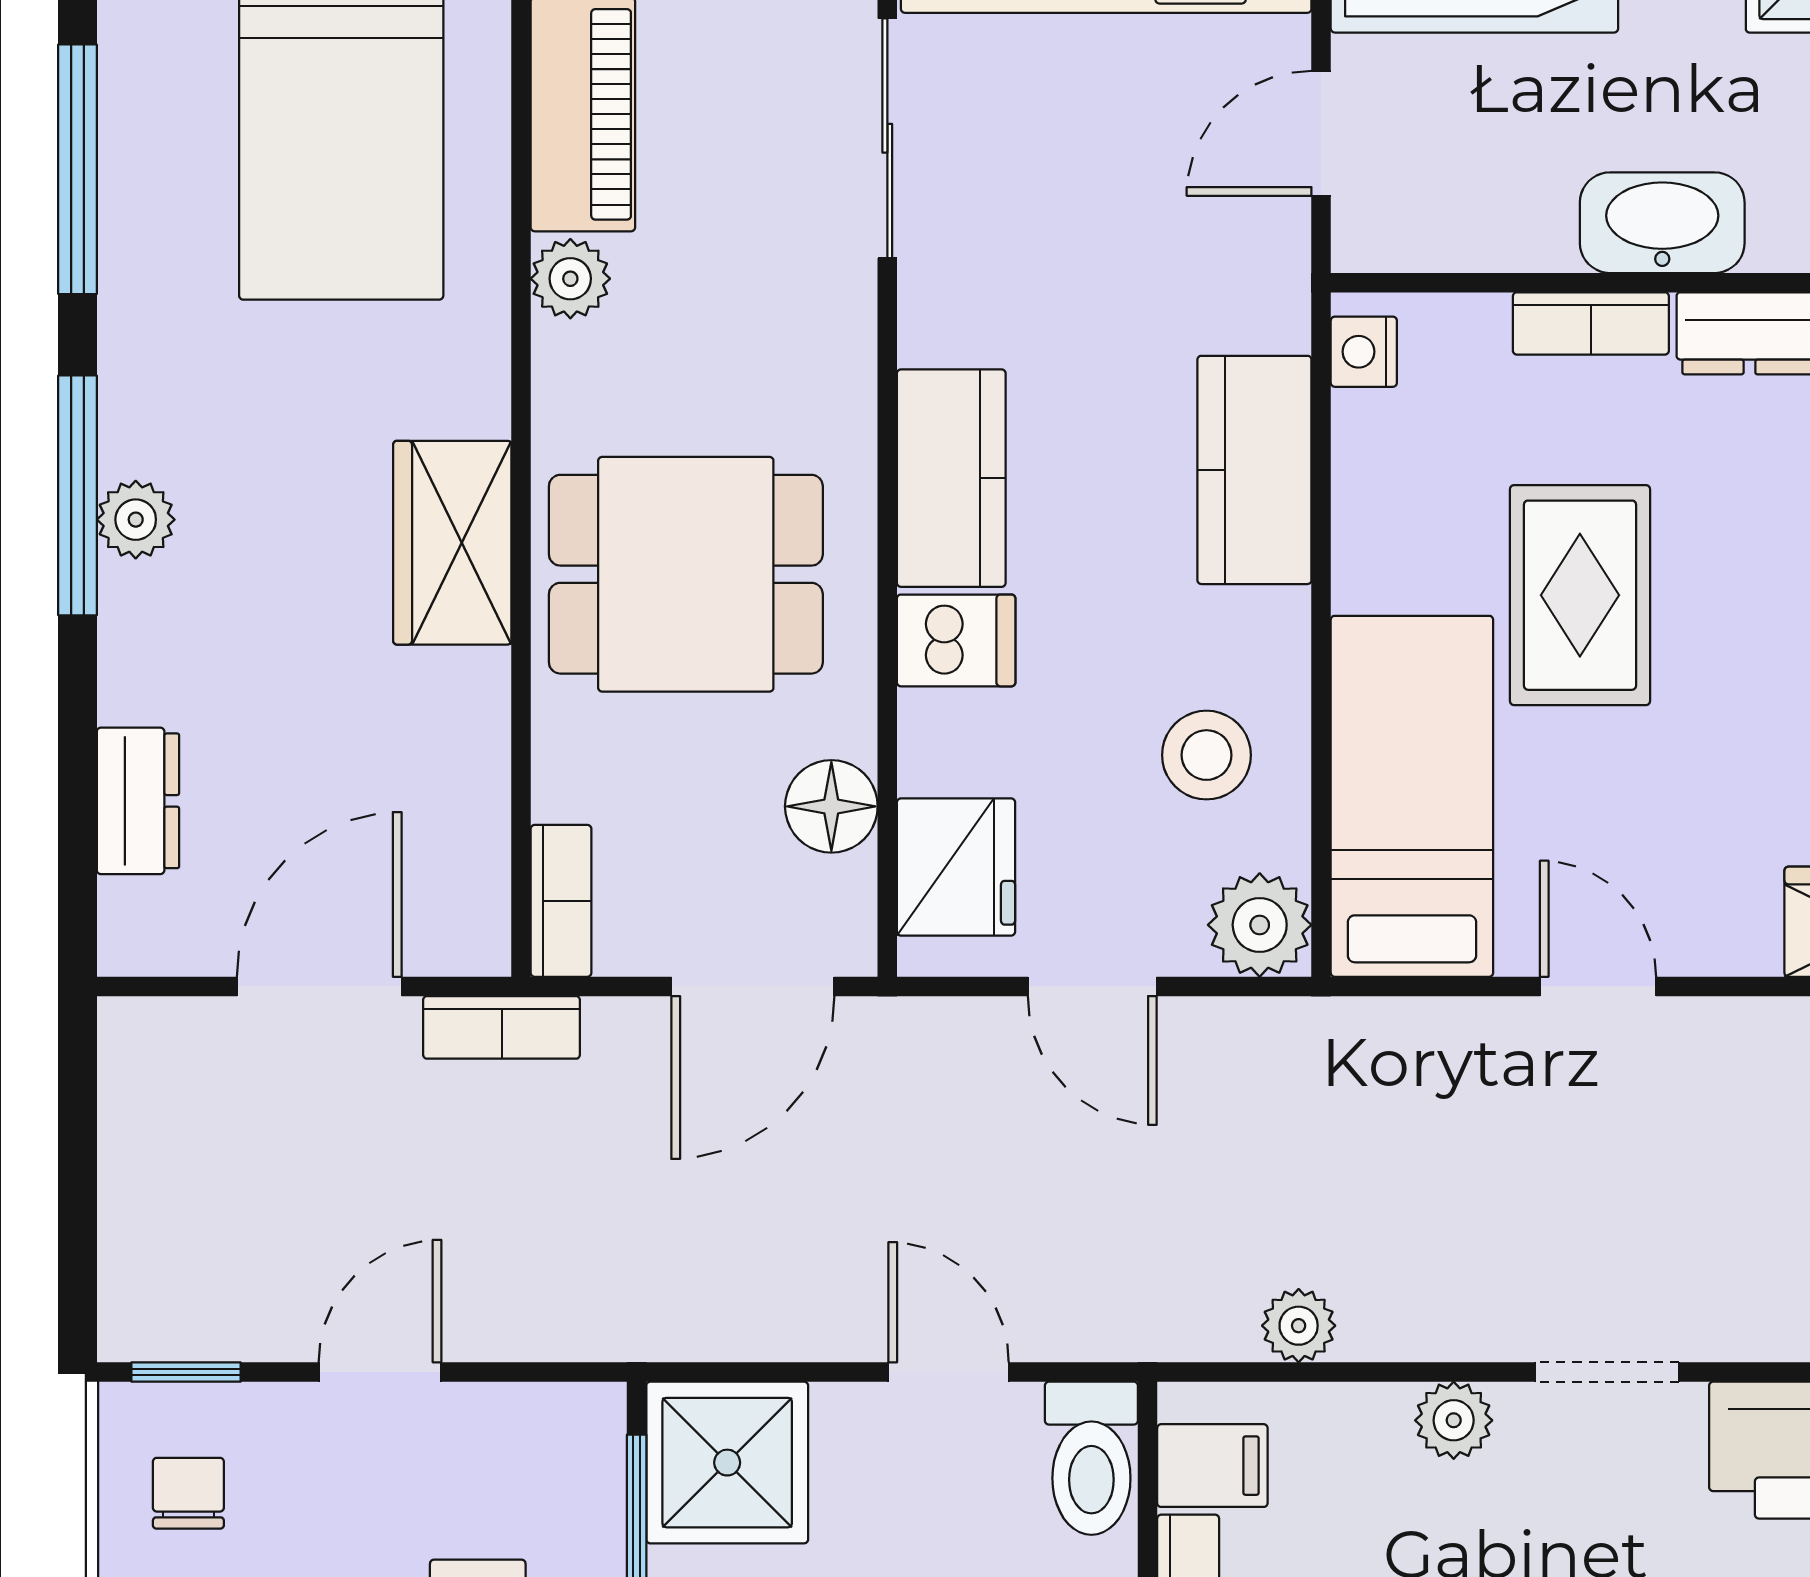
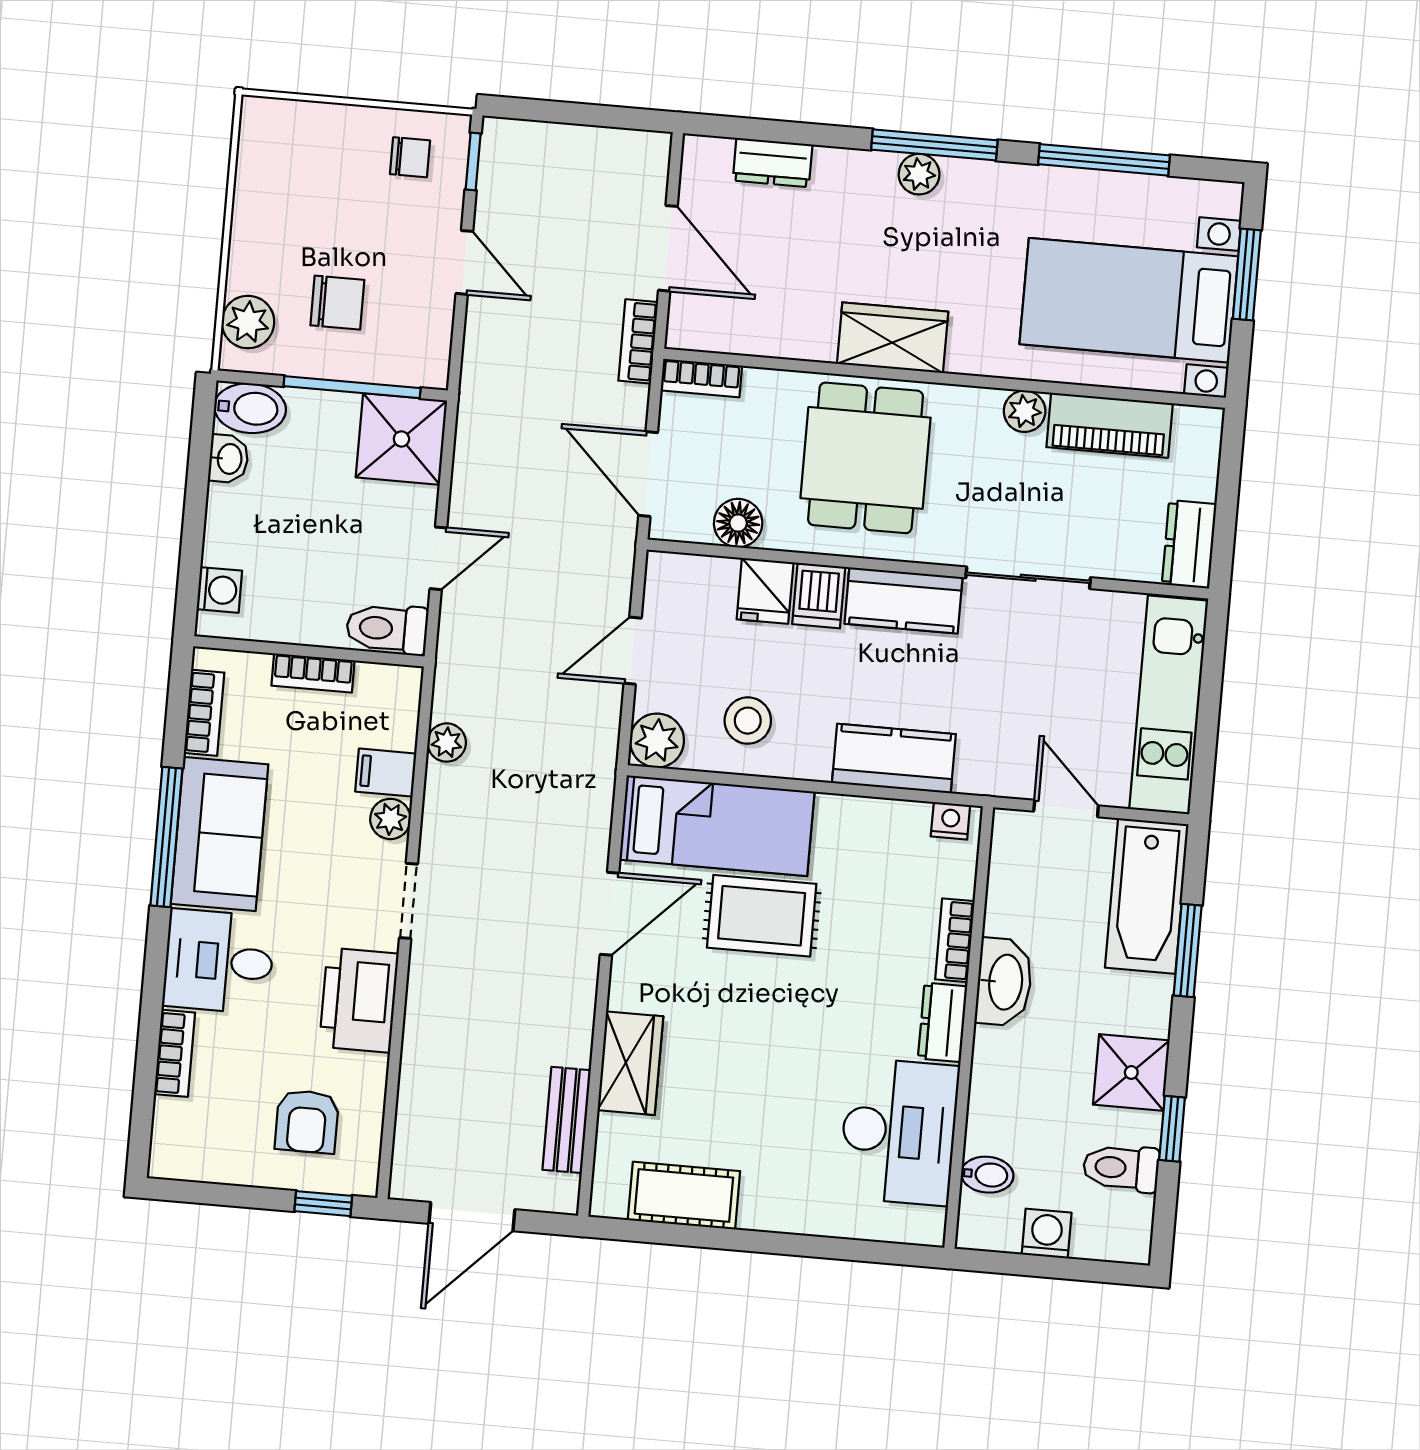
sliding door: (887, 138) -> (1028, 578), moved
rug: (1580, 595) -> (762, 916), moved
fridge: (956, 867) -> (765, 591), moved, width x0.72
door: (1598, 986) -> (610, 914), width x1.38
filing cabinet: (1212, 1466) -> (386, 773), moved, turned 90

